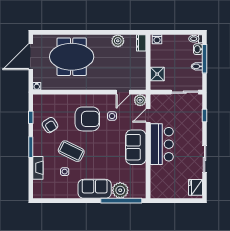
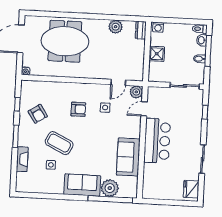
shower: (157, 74) -> (157, 54), moved
armchair: (87, 119) -> (78, 109), width x0.53, depth x0.53
sofa: (136, 147) -> (128, 157), moved

